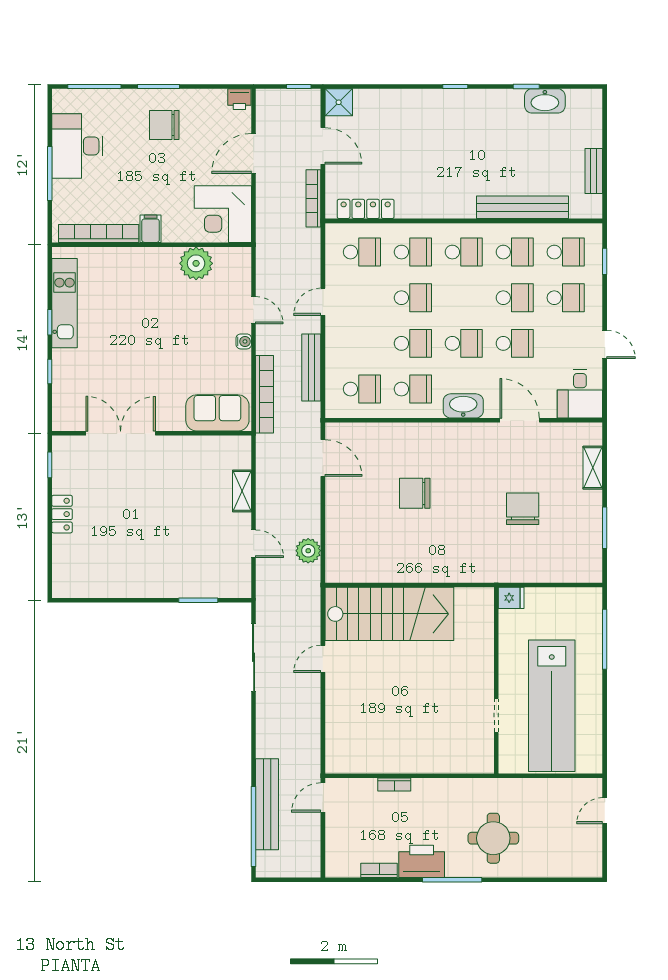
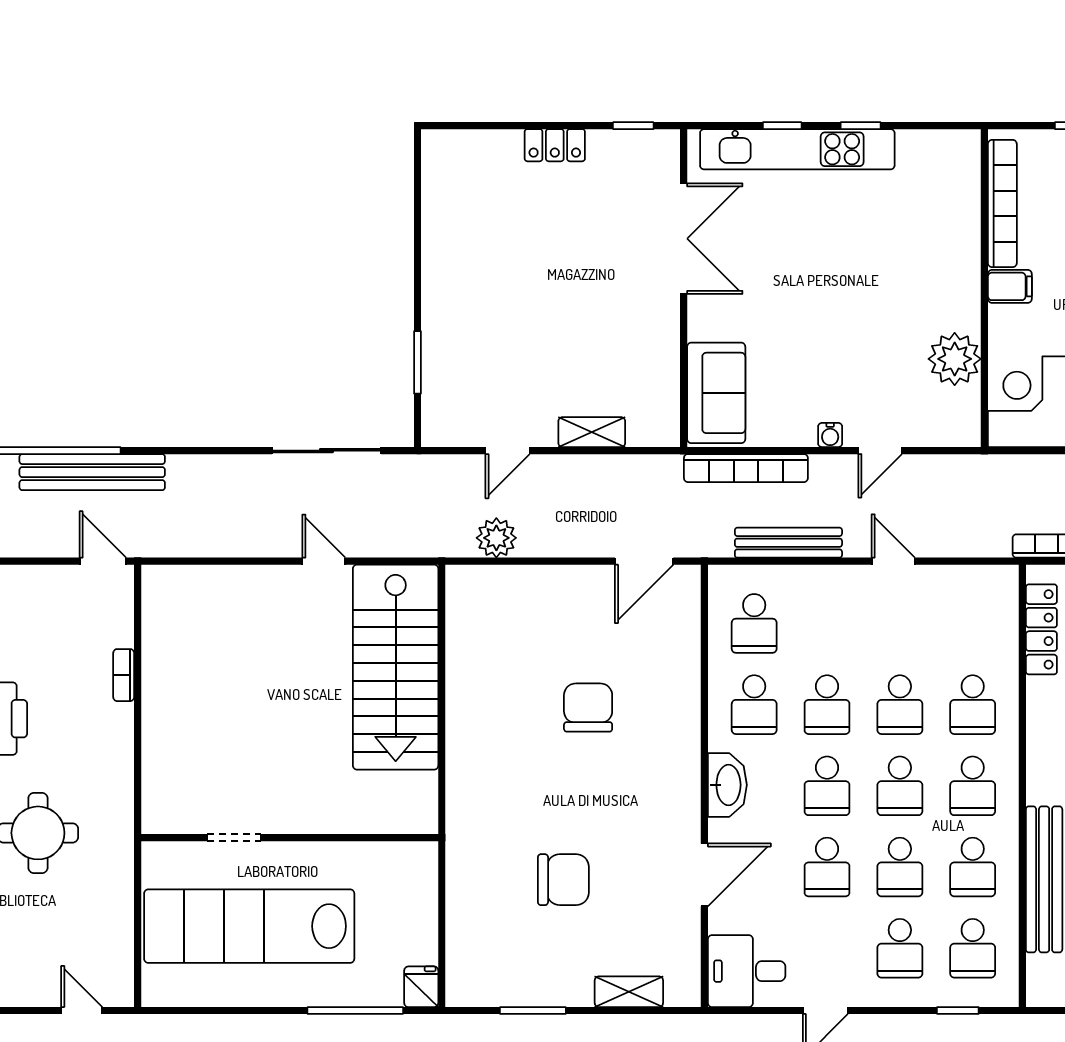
school desk: (362, 252) -> (900, 786), moved
kitchen unit: (65, 303) -> (797, 149), moved, width x1.36
fridge: (511, 598) -> (421, 987), moved, turned 180

